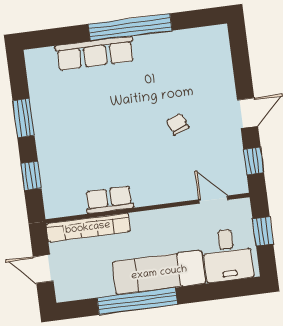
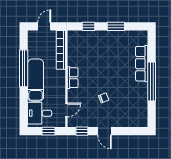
row of seats: (109, 200) -> (73, 78), moved

